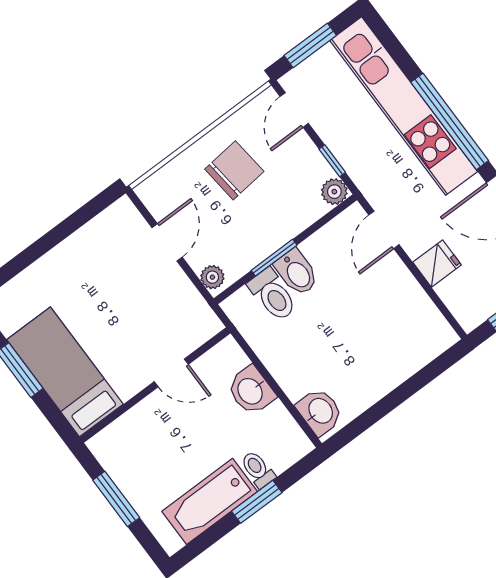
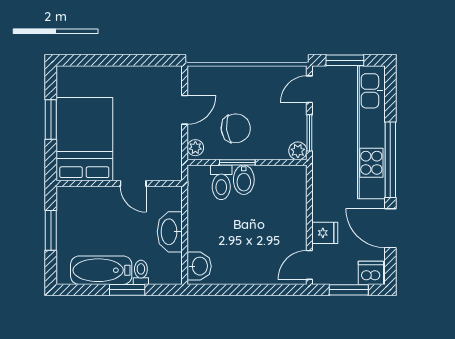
window: (332, 161) -> (309, 133), width x1.50
chair: (234, 170) -> (236, 128), moved
door: (384, 230) -> (309, 265), moved
bed: (65, 372) -> (84, 139), width x1.50
washbasin: (251, 391) -> (170, 232), width x1.38

